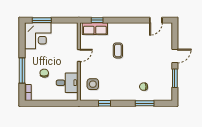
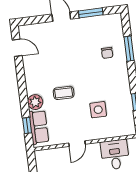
plant: (114, 28) -> (35, 102), added
door: (79, 55) -> (77, 144), swing flipped
side table: (93, 84) -> (98, 110), moved

